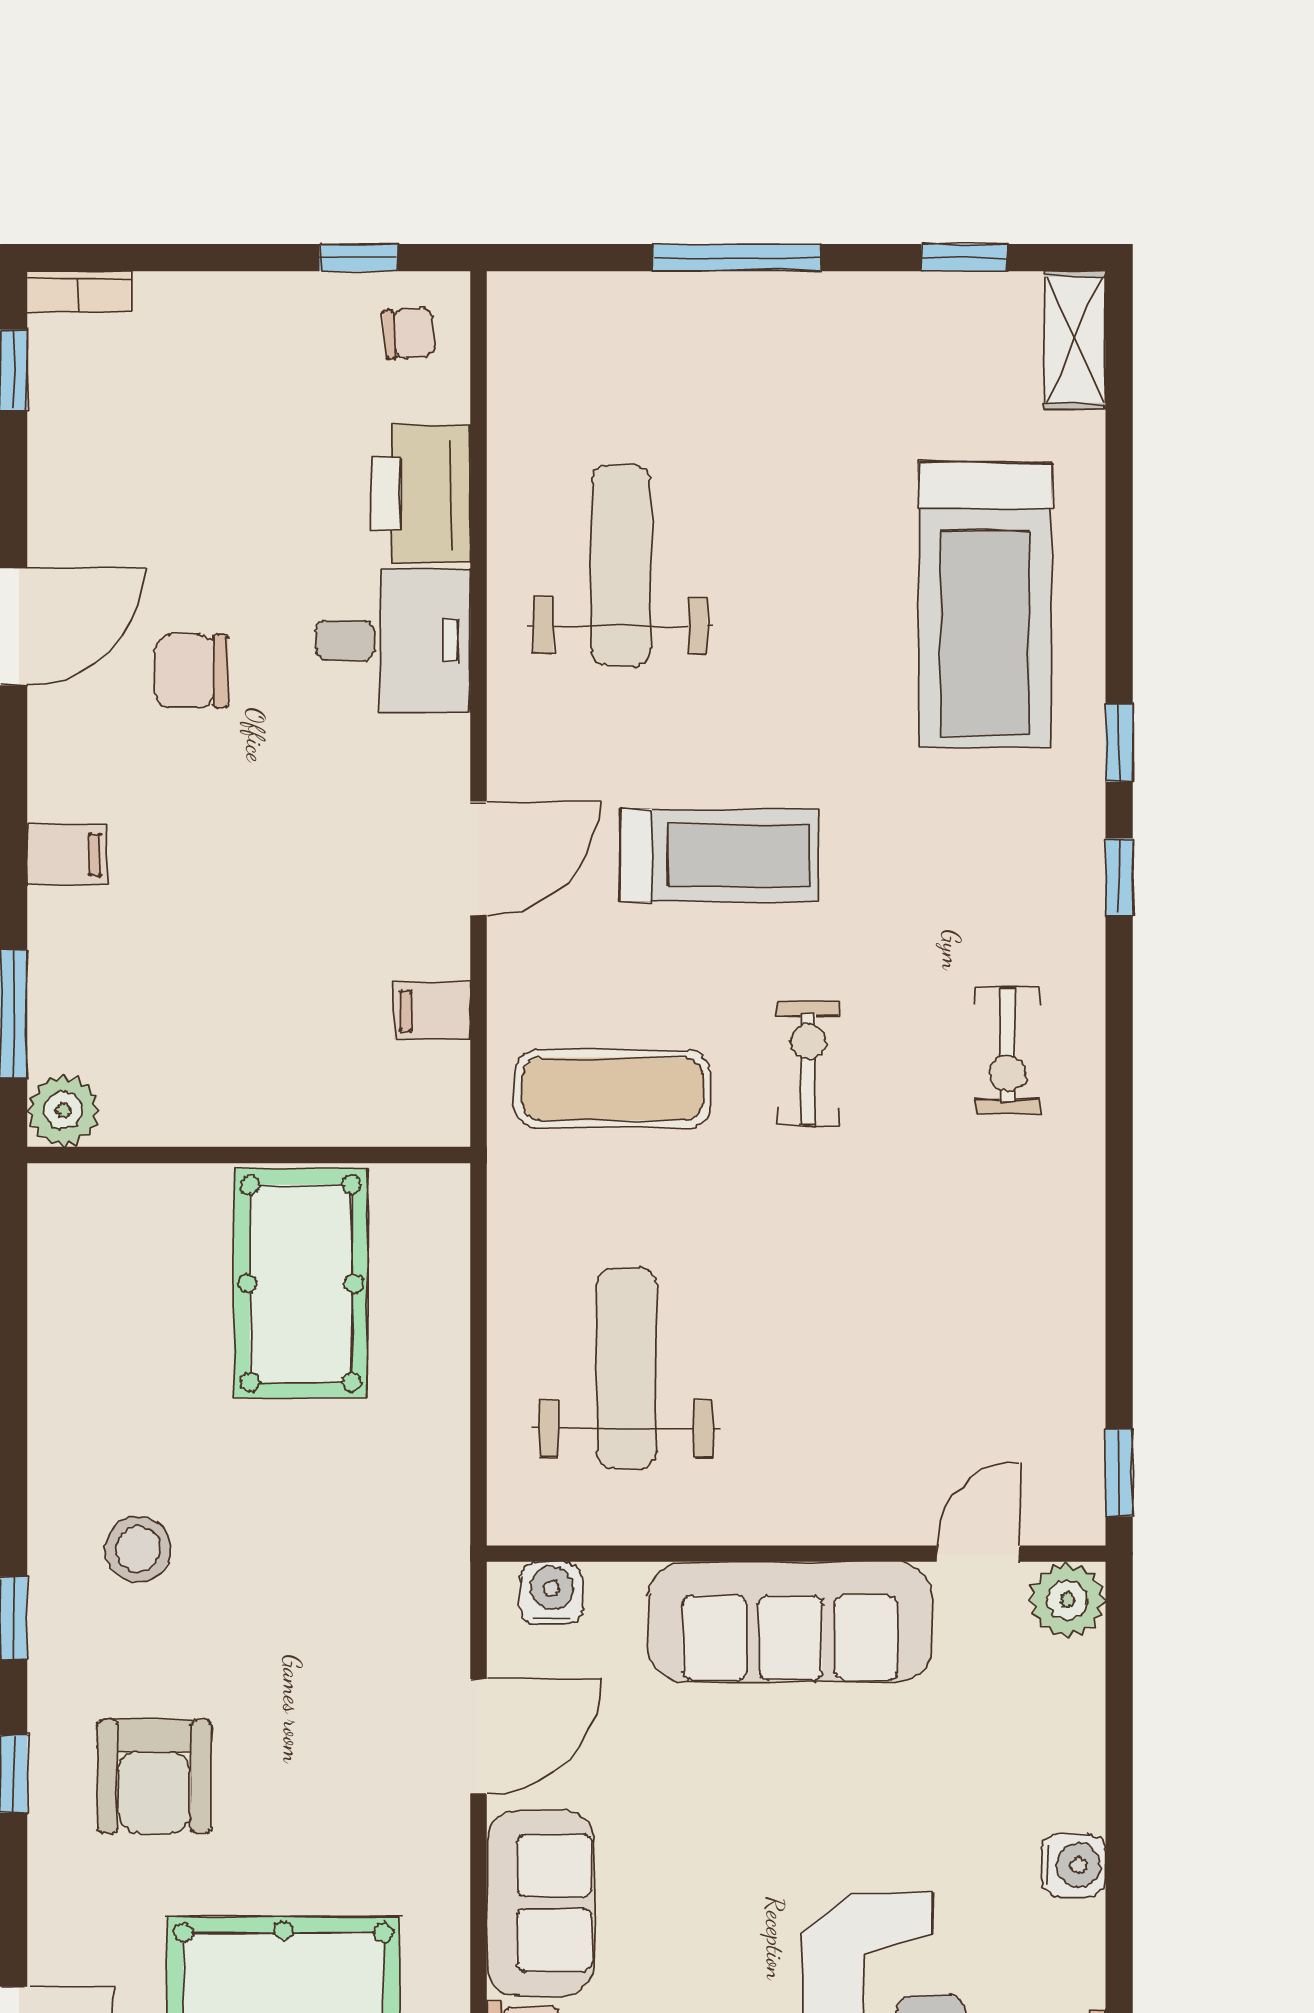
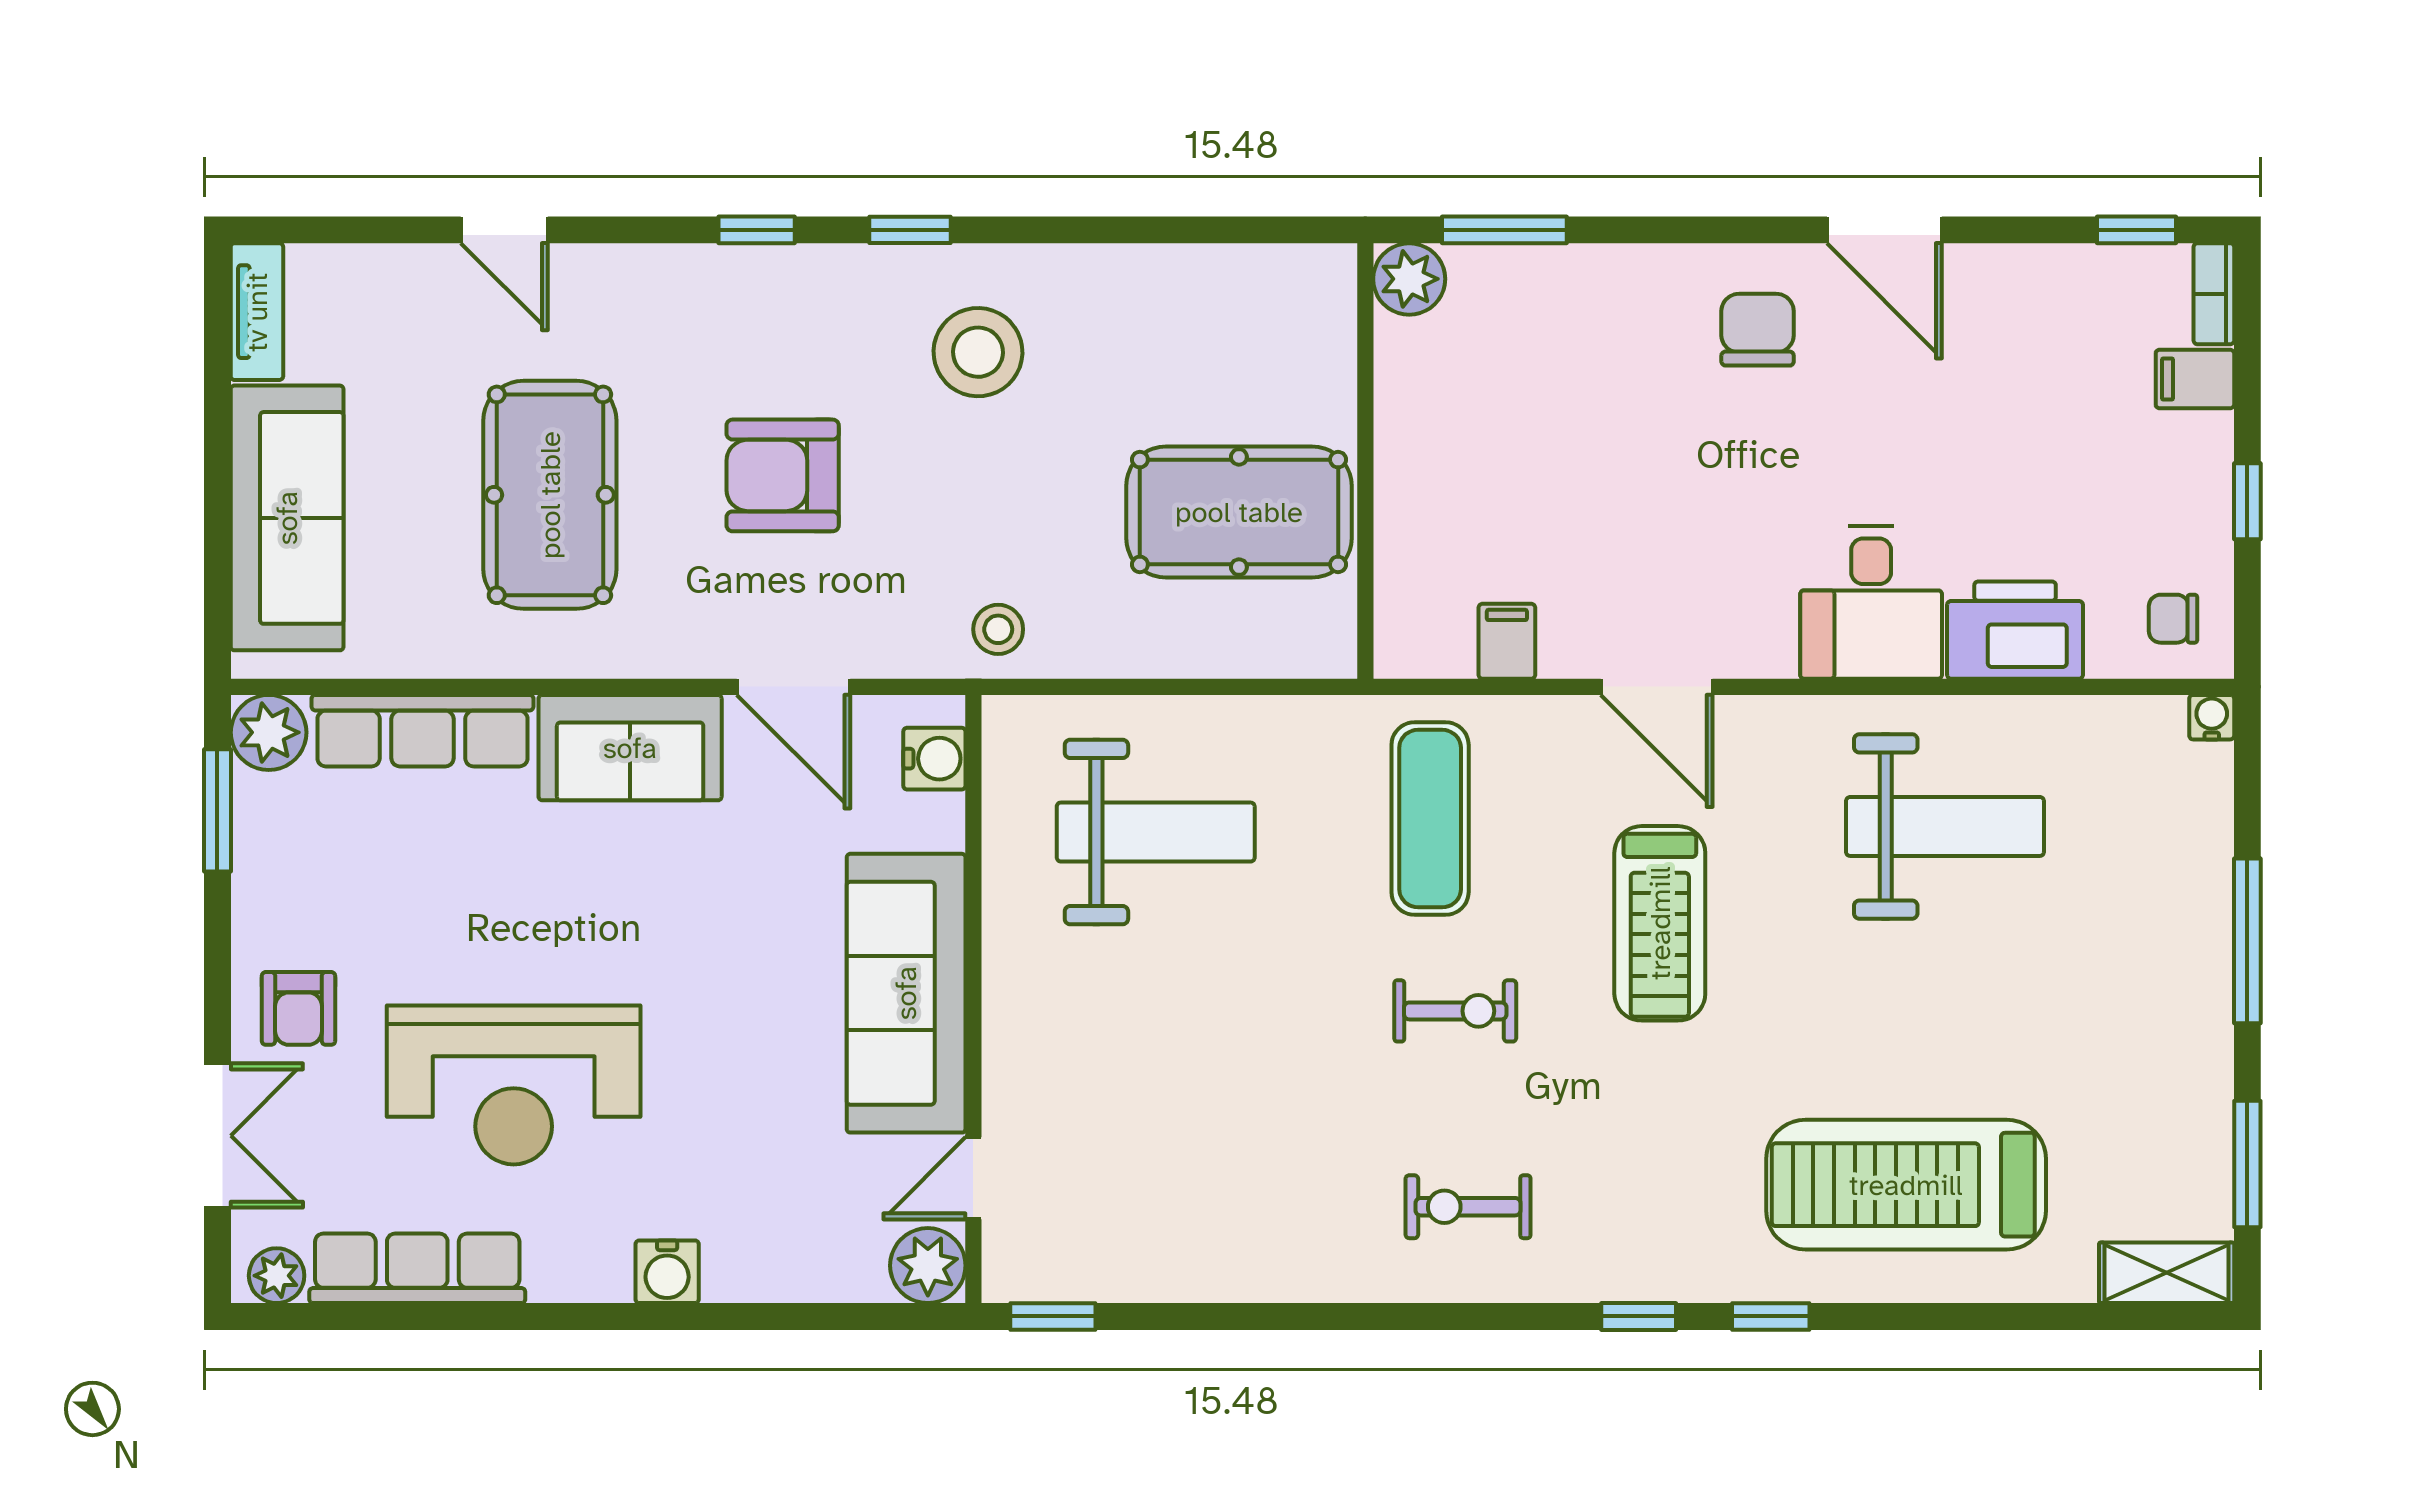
window: (358, 258) -> (2247, 501), moved
window: (964, 258) -> (2247, 1164), width x1.50
water cooler: (509, 294) -> (2212, 717), added
chair: (409, 333) -> (2173, 619), turned 95
chair: (192, 671) -> (1758, 330), moved
filing cabinet: (67, 855) -> (2195, 379), moved, turned 90
stool: (420, 1528) -> (998, 629), added
stool: (138, 1549) -> (978, 352), width x1.38, depth x1.38
door: (978, 1554) -> (973, 1178), swing flipped
armchair: (154, 1776) -> (783, 475), moved

